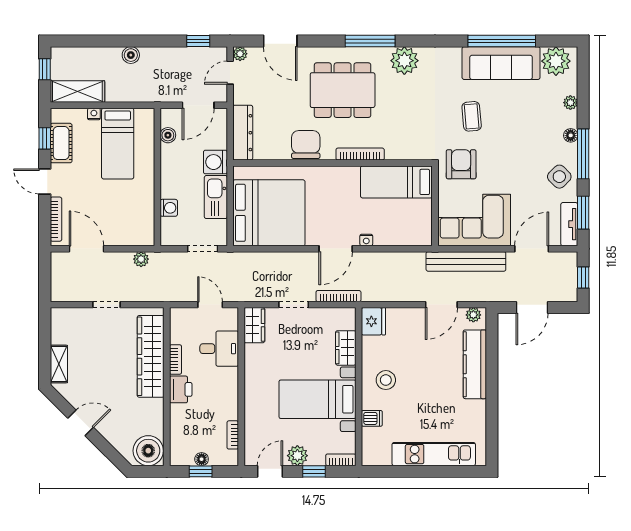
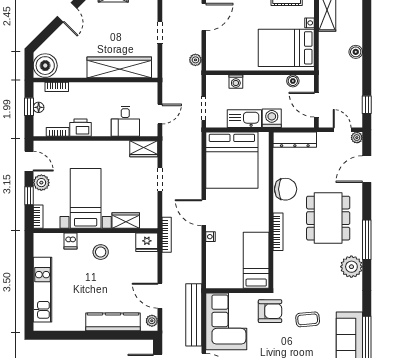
bed: (118, 144) -> (286, 48), width x1.50
bookcase: (338, 296) -> (167, 235), moved
bookcase: (175, 359) -> (57, 87), moved
printer: (181, 389) -> (81, 128), moved, turned 180

